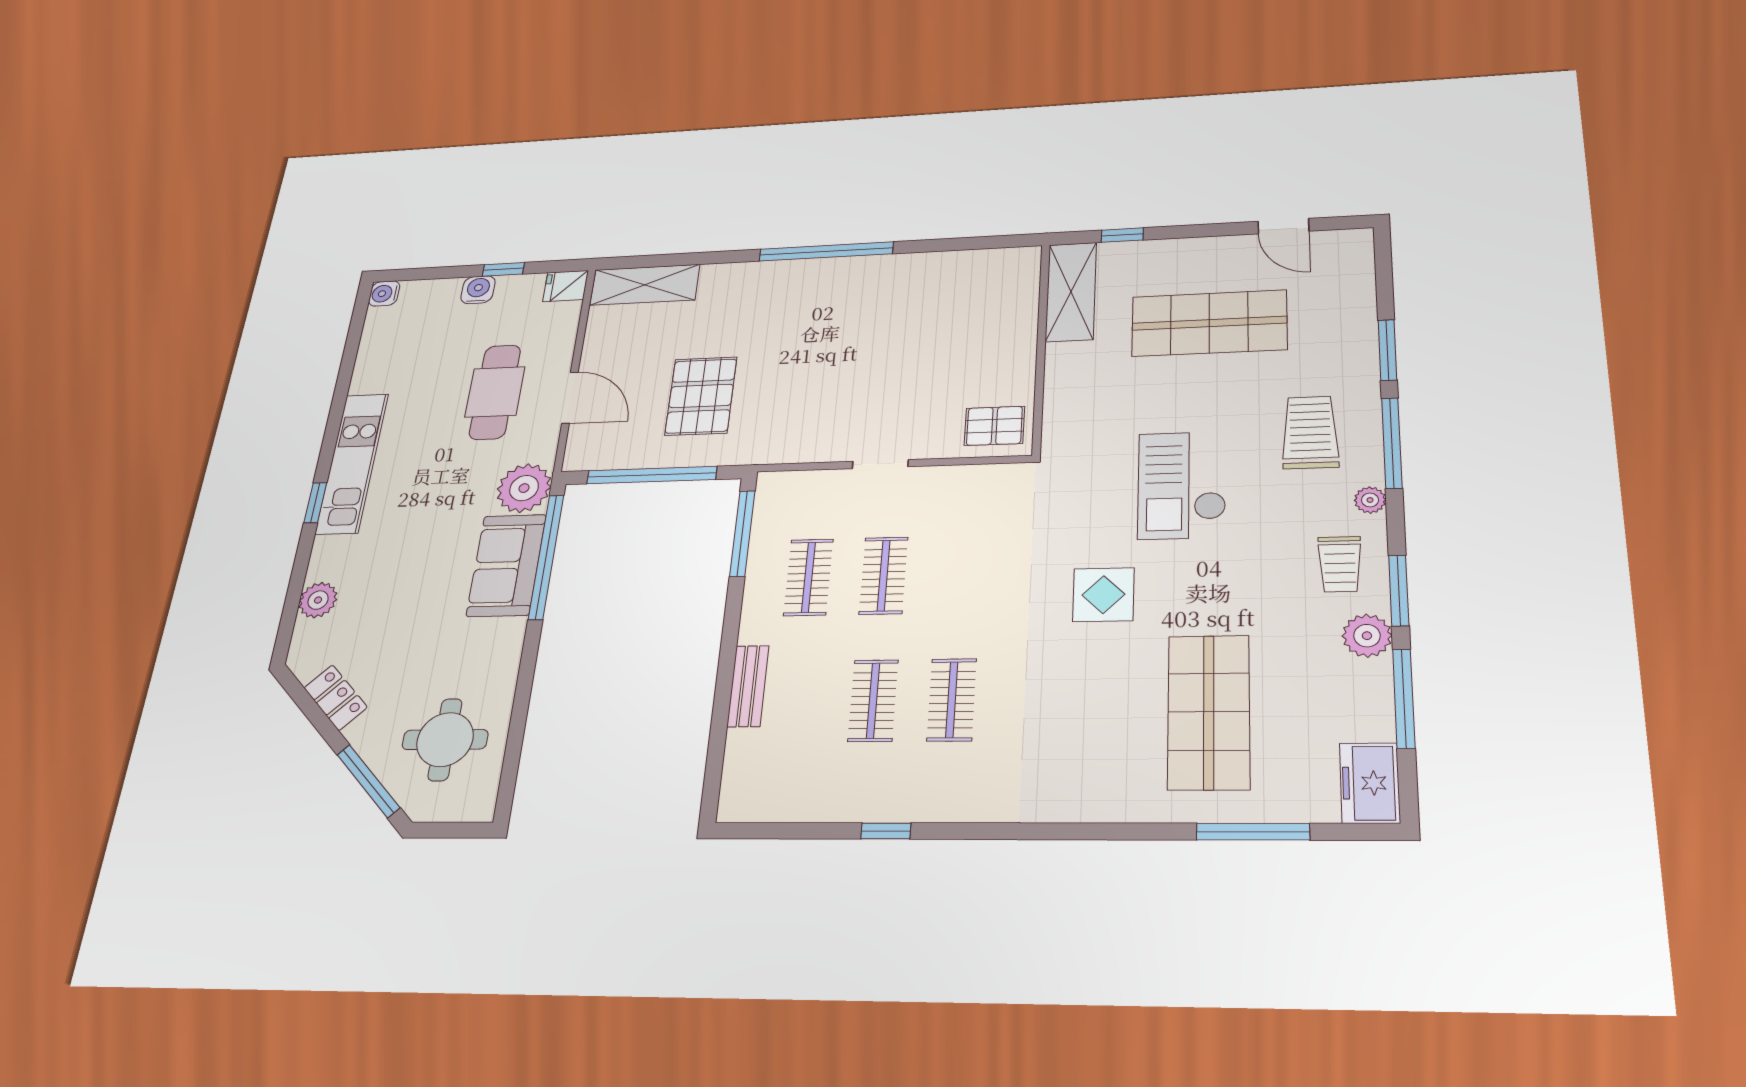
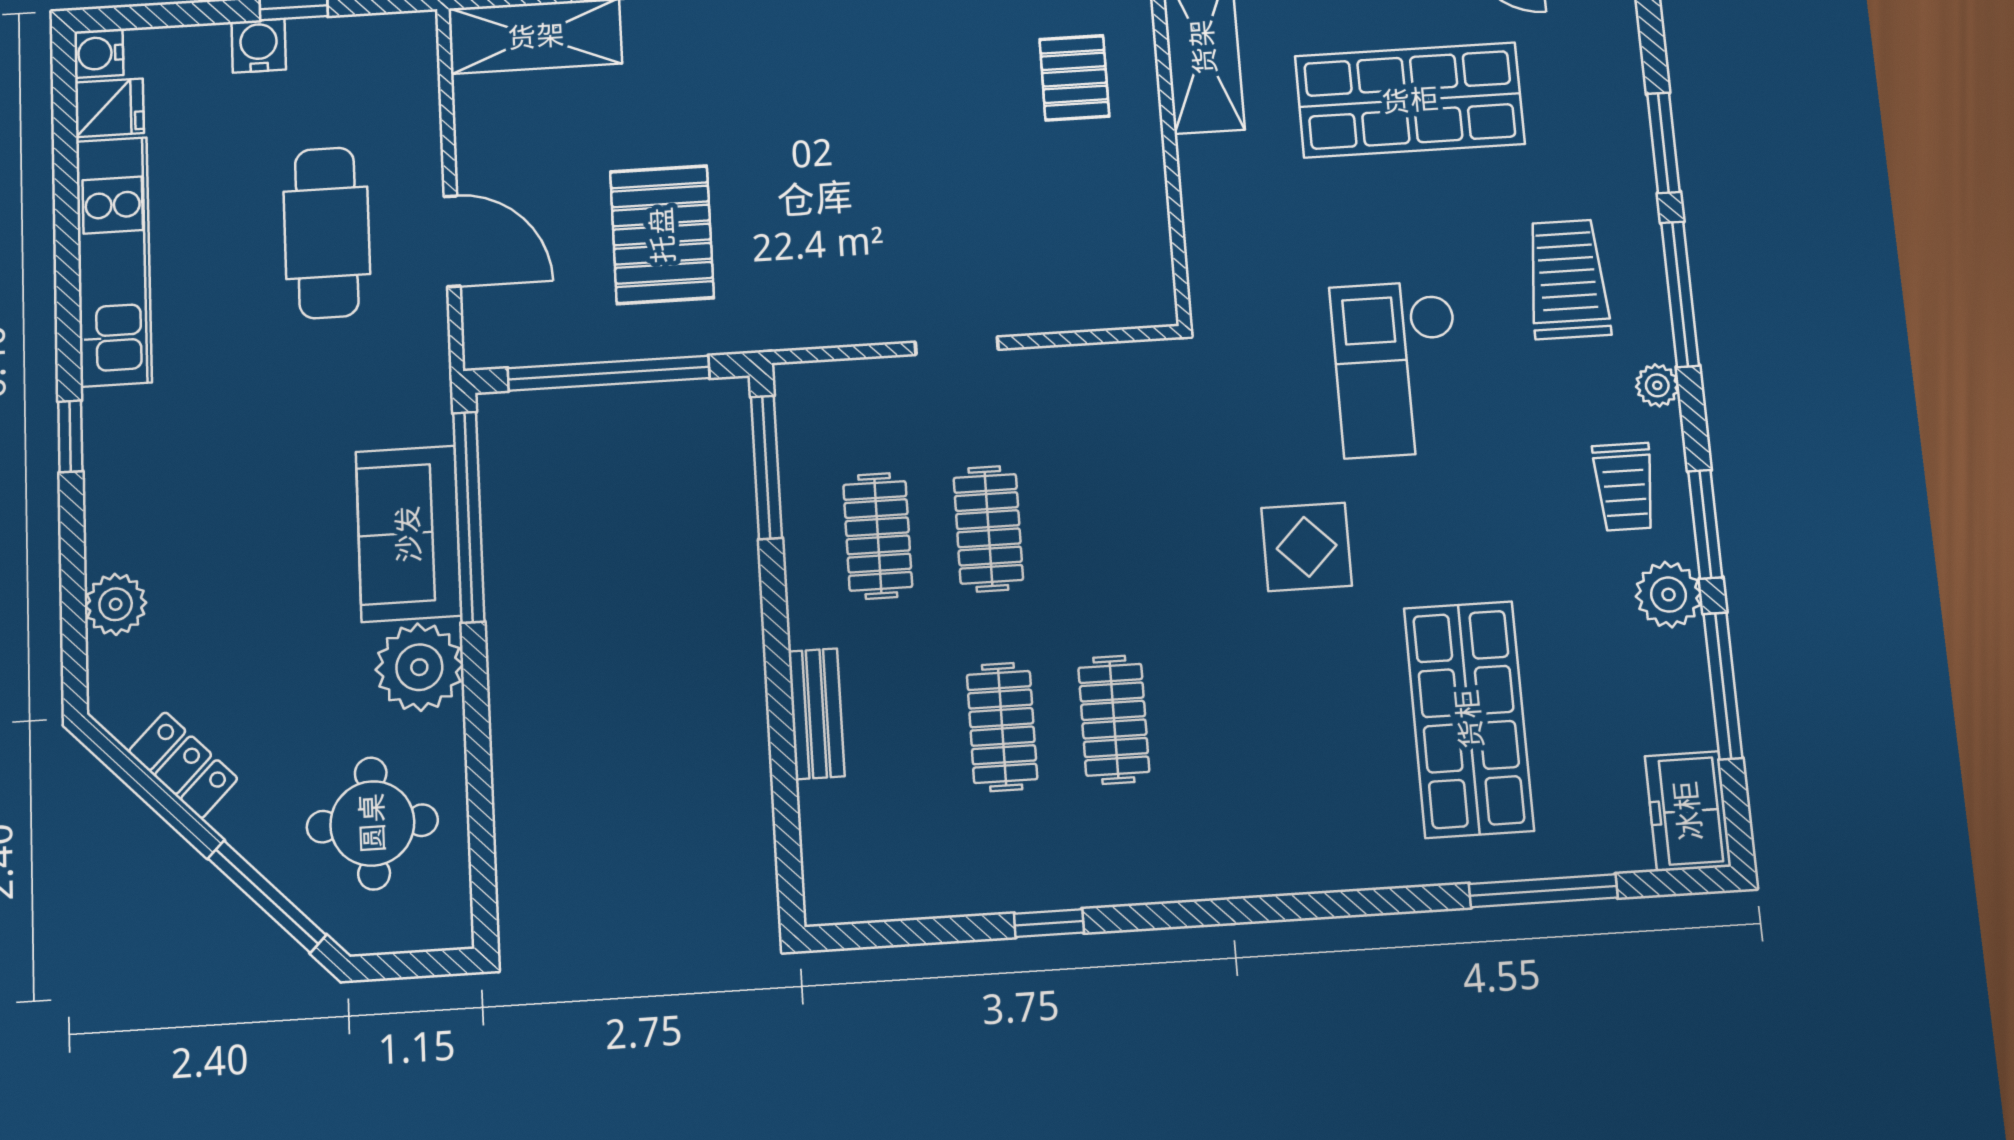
fridge: (566, 286) -> (109, 108), moved, turned 180
pallet: (994, 426) -> (1074, 78), moved, turned 90
kitchen unit: (352, 463) -> (114, 261), moved
plant: (524, 488) -> (419, 667), moved

